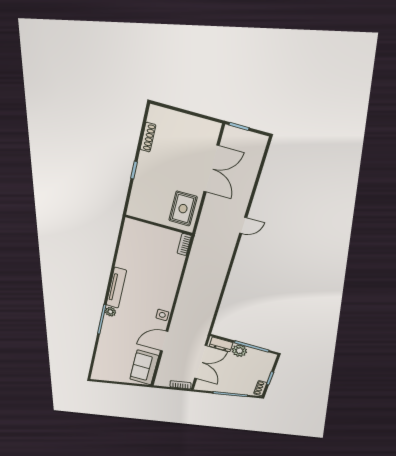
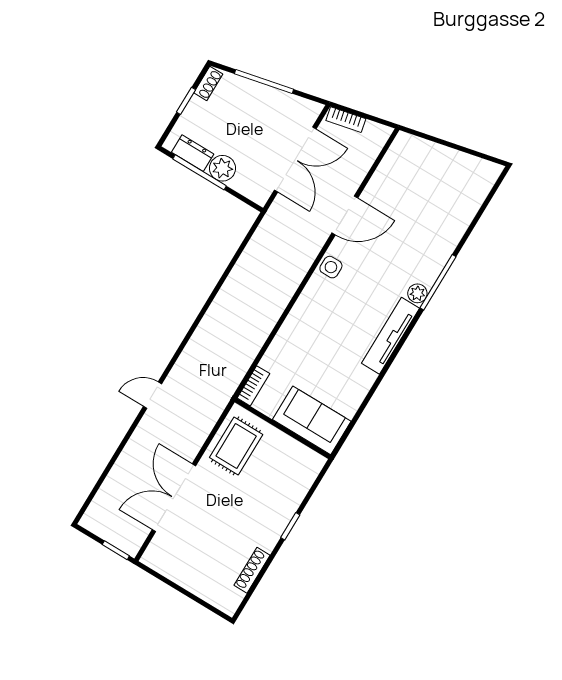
dresser: (221, 344) -> (193, 153), moved
double door: (201, 362) -> (295, 159), swing flipped
sofa: (144, 367) -> (312, 420), moved, turned -90

